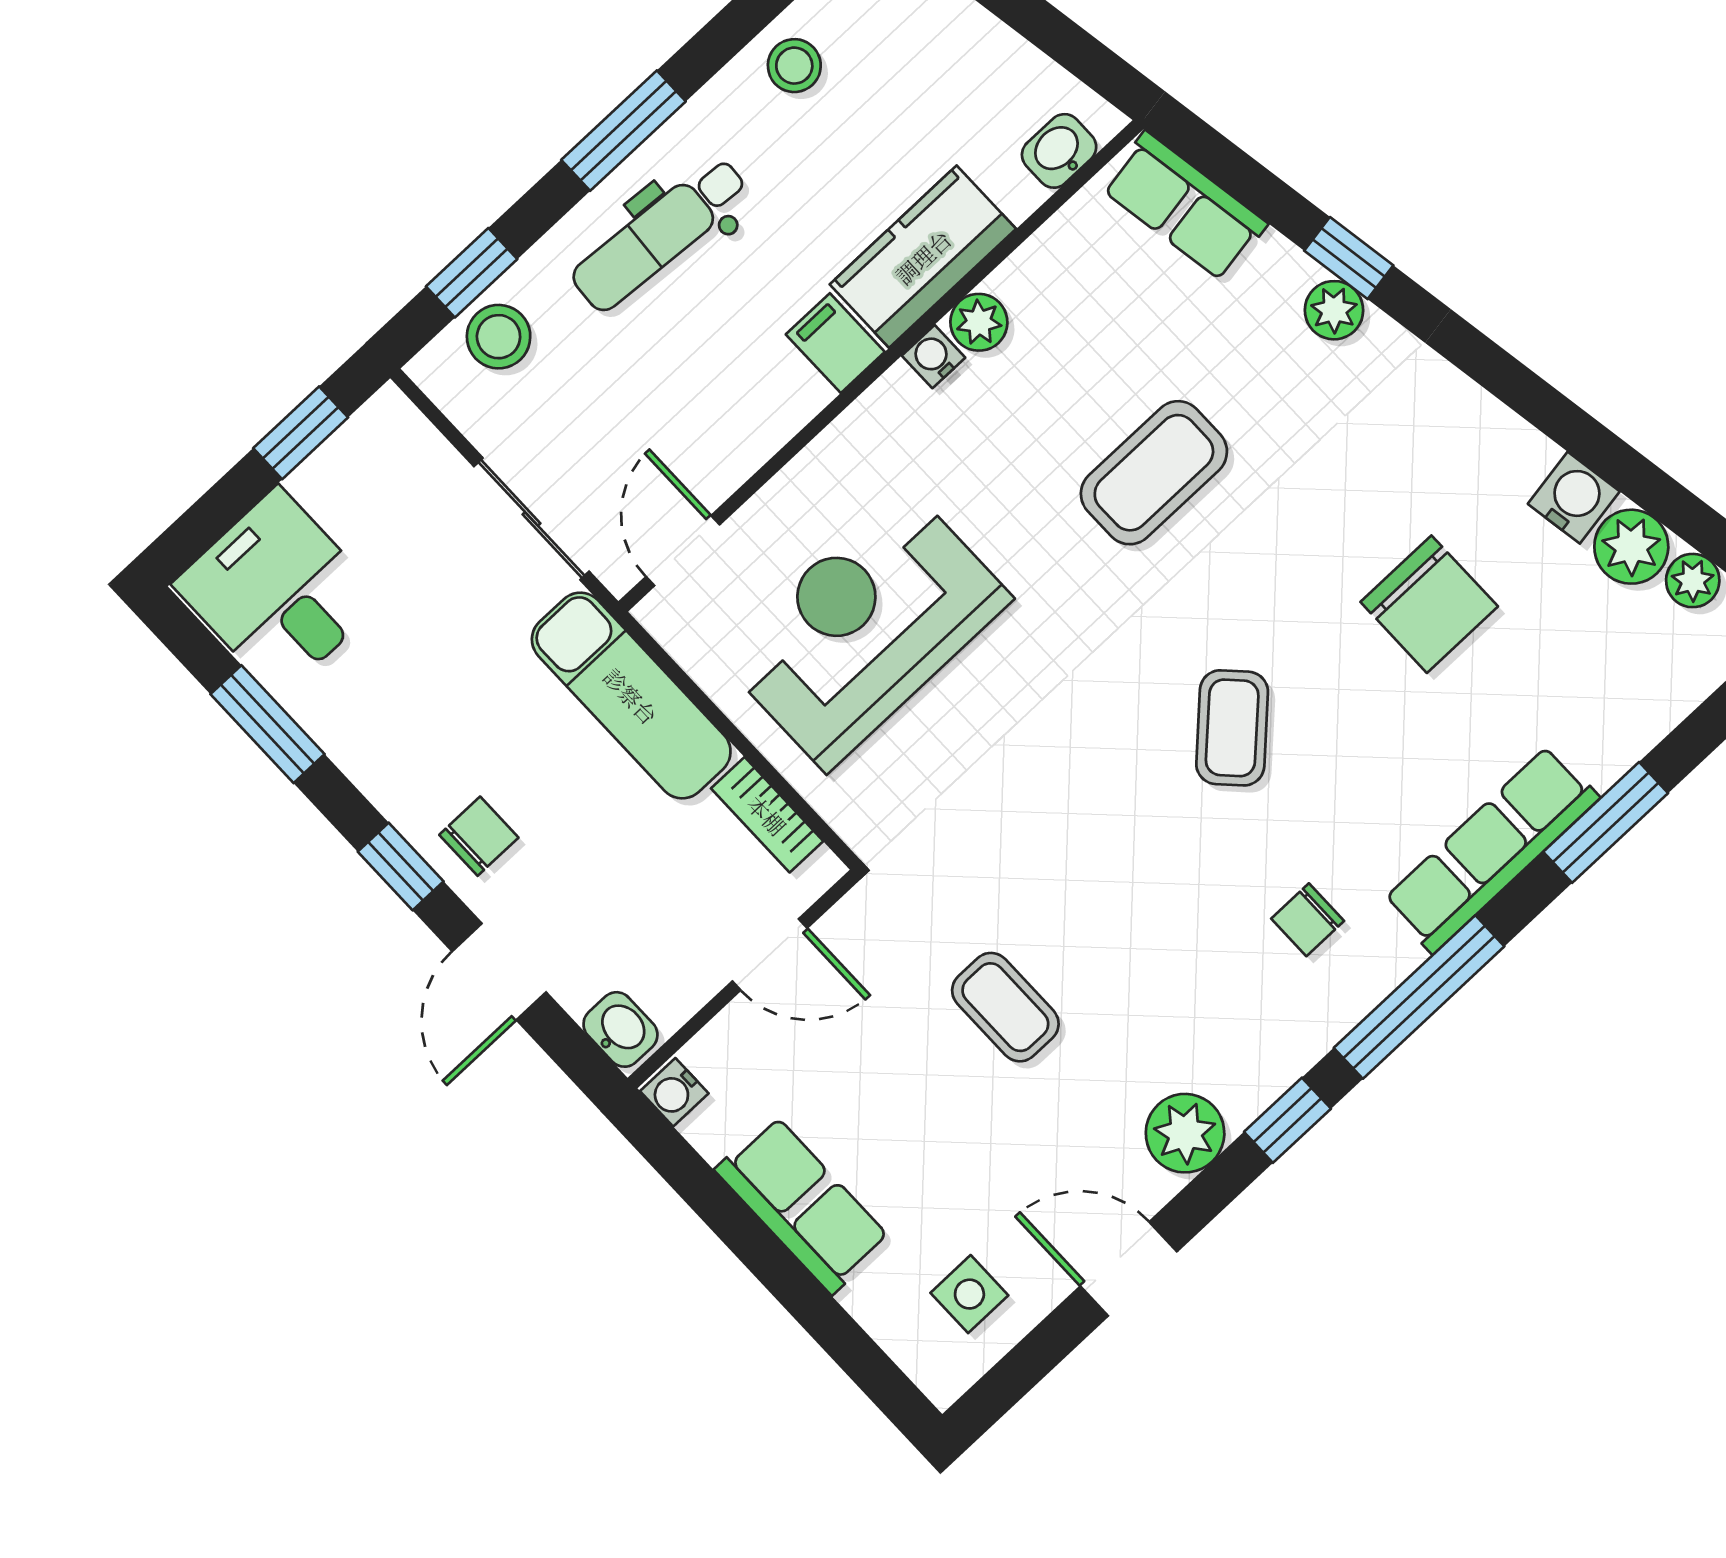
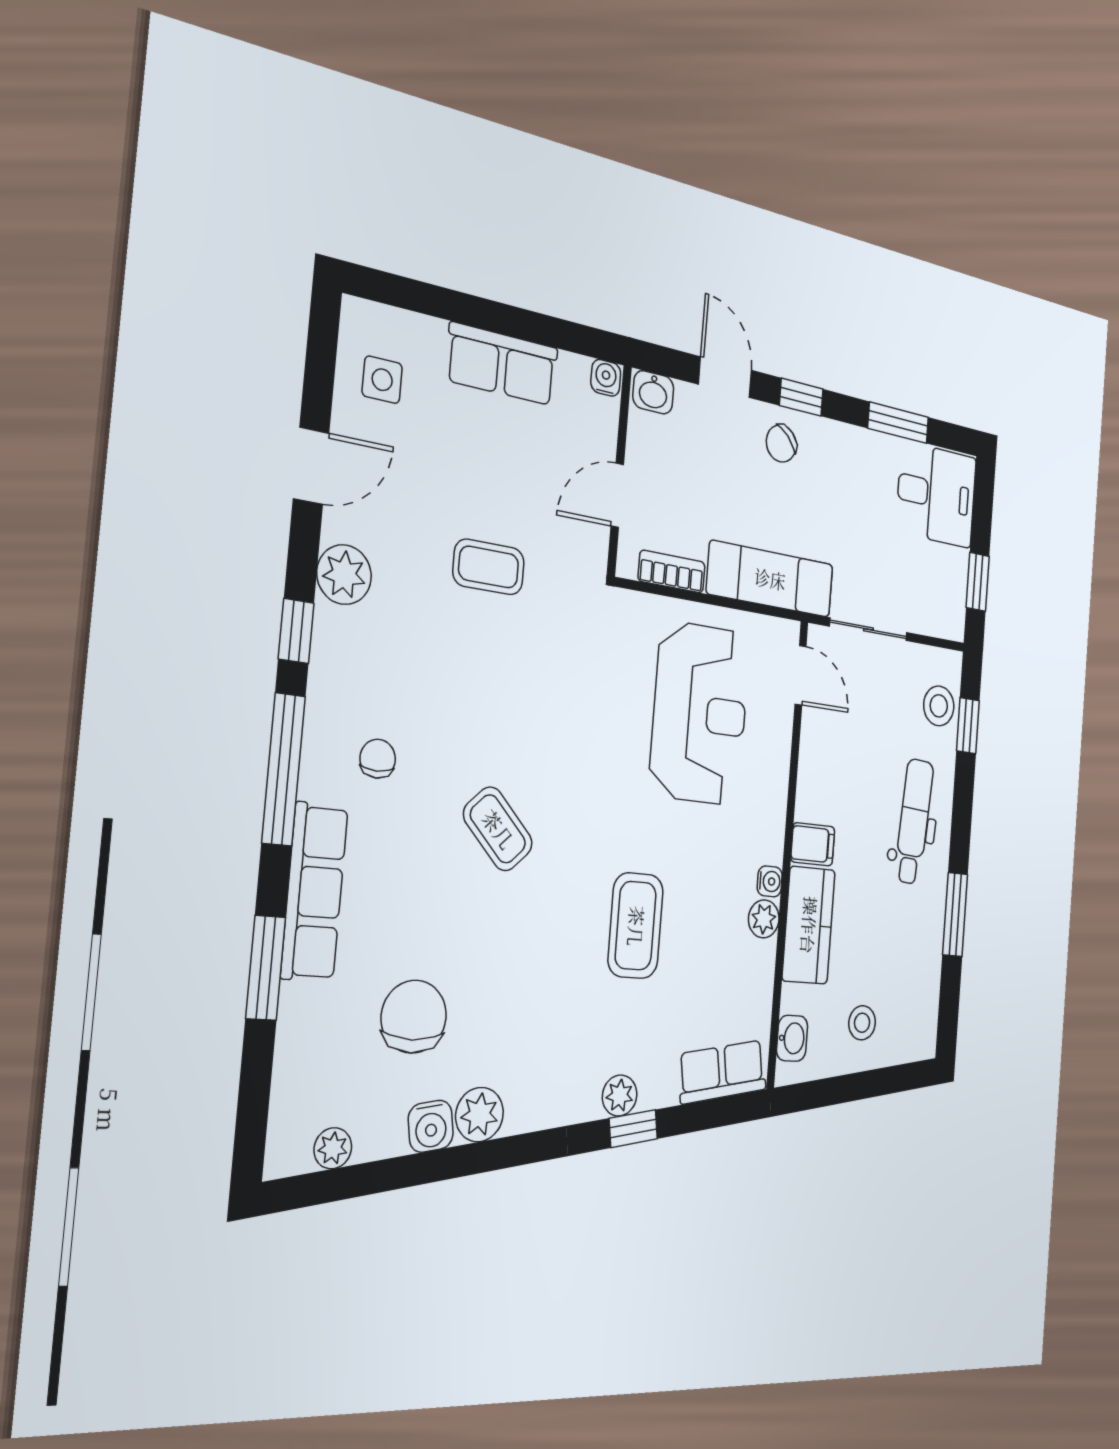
stool: (794, 66) -> (862, 1023), moved
window: (623, 131) -> (955, 914), moved
plant: (1631, 547) -> (480, 1115), moved
chair: (1429, 604) -> (414, 1017), moved, turned 90
chair: (479, 836) -> (781, 443), turned 44

